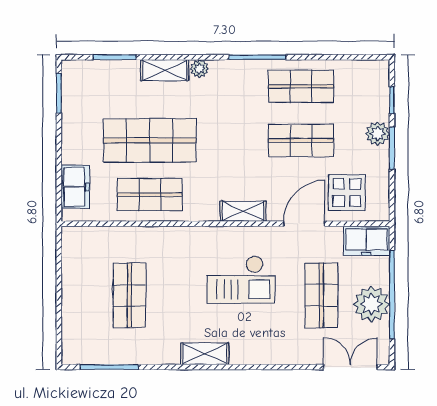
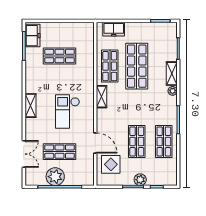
shelving: (243, 211) -> (102, 97), moved
freezer: (366, 241) -> (32, 36), moved, turned 180
shelving: (205, 354) -> (30, 106), moved
double door: (350, 367) -> (24, 154), moved

